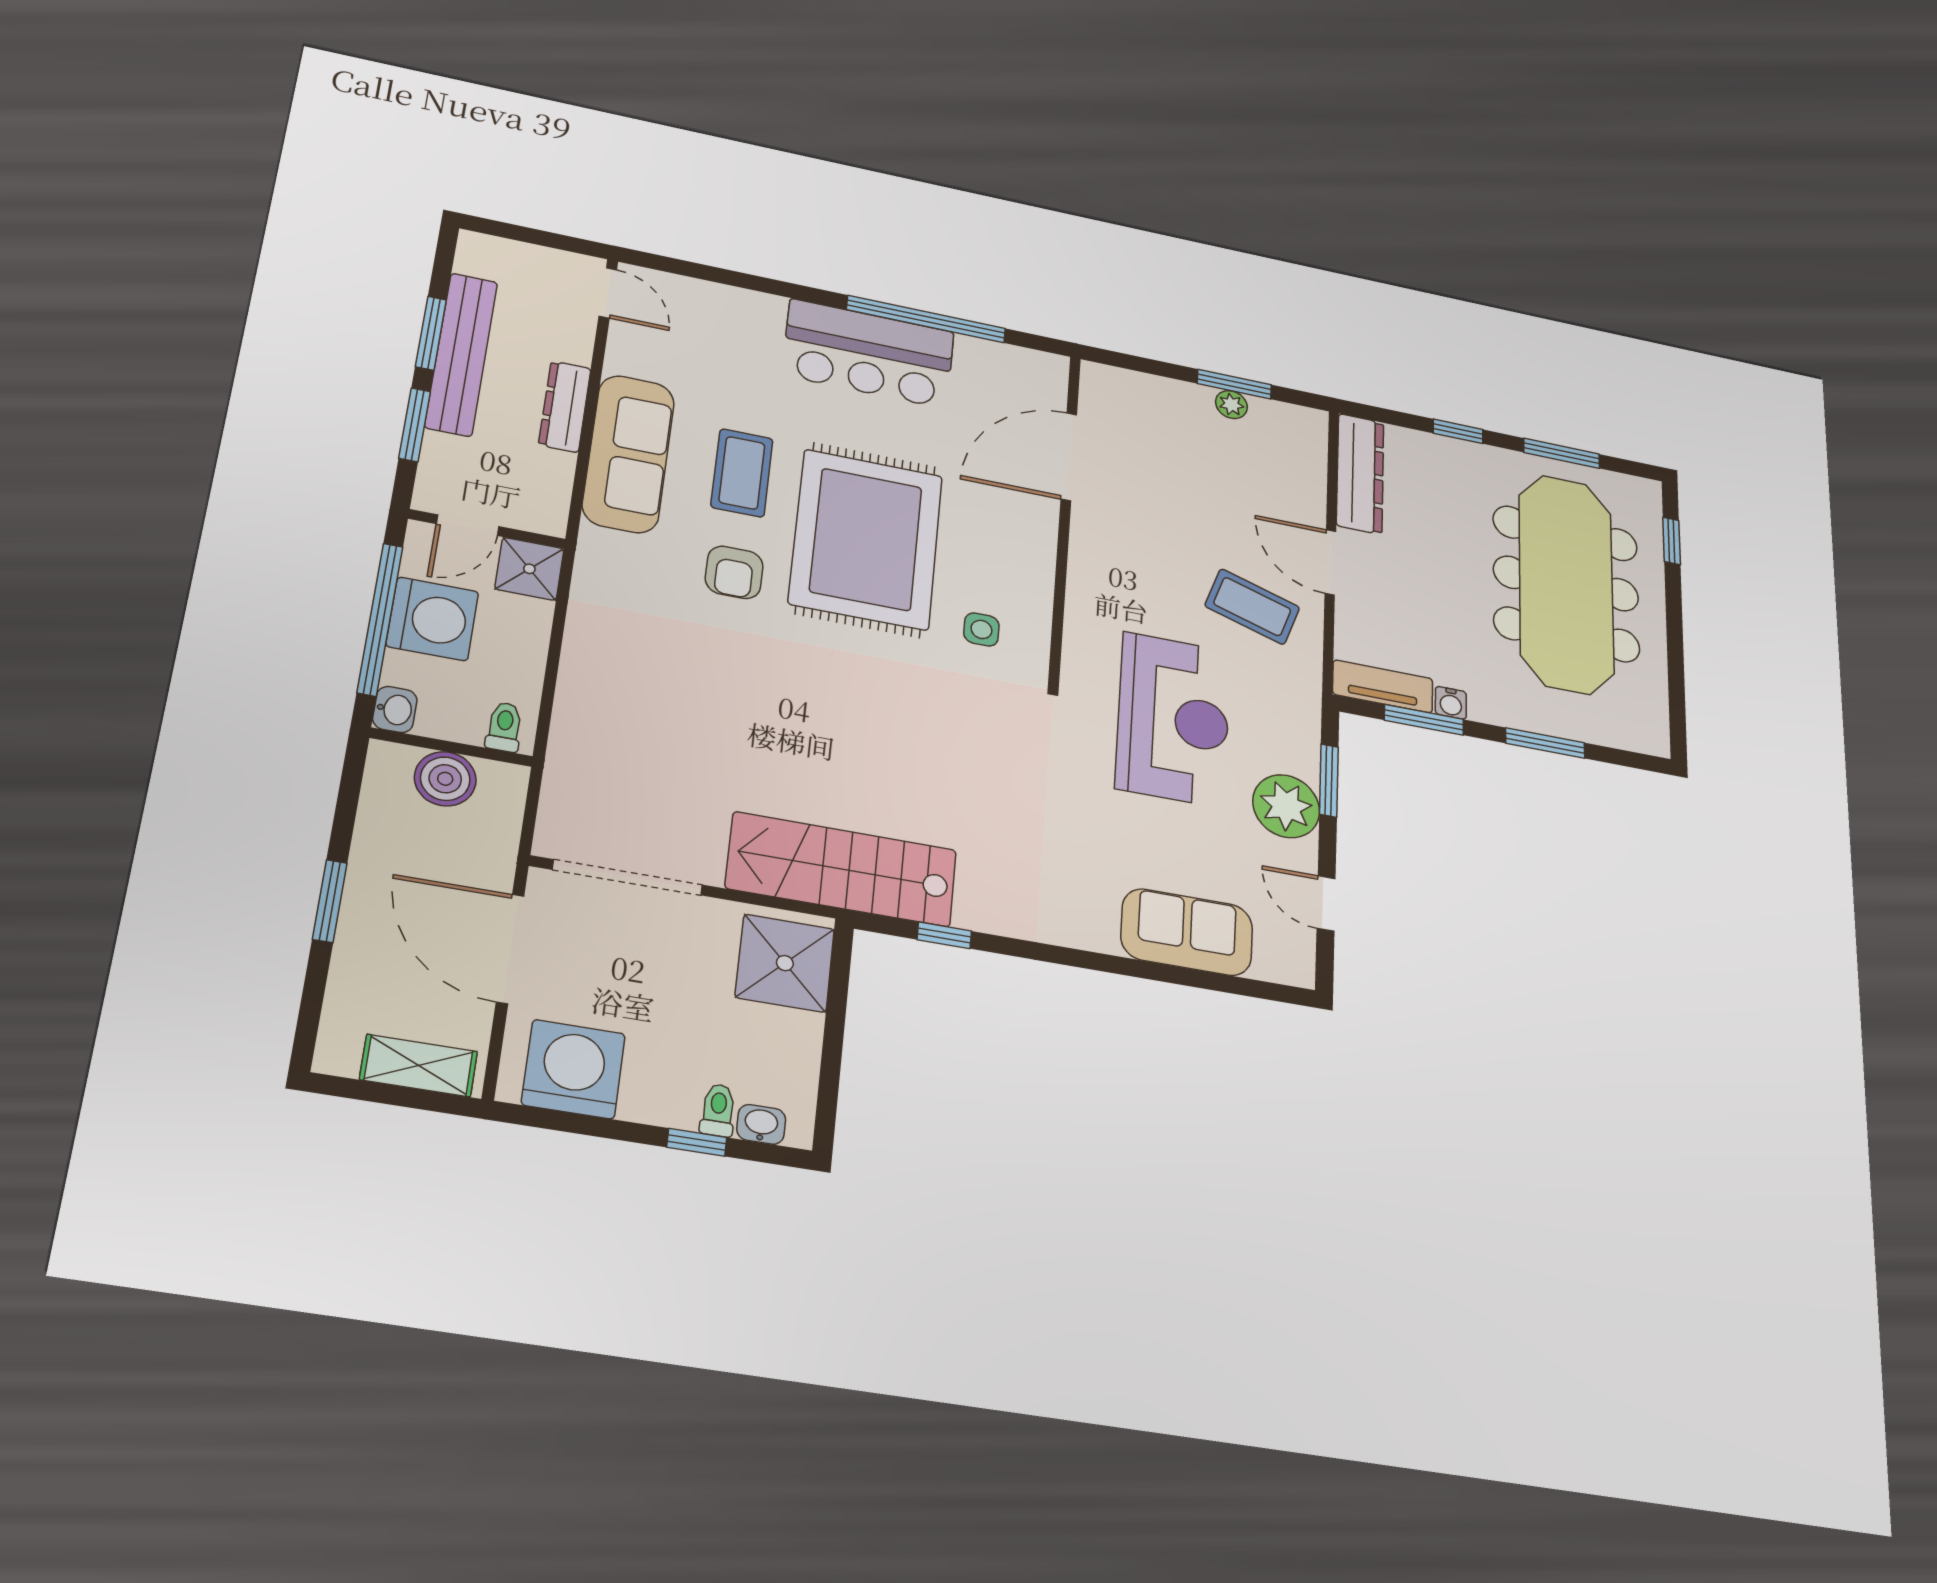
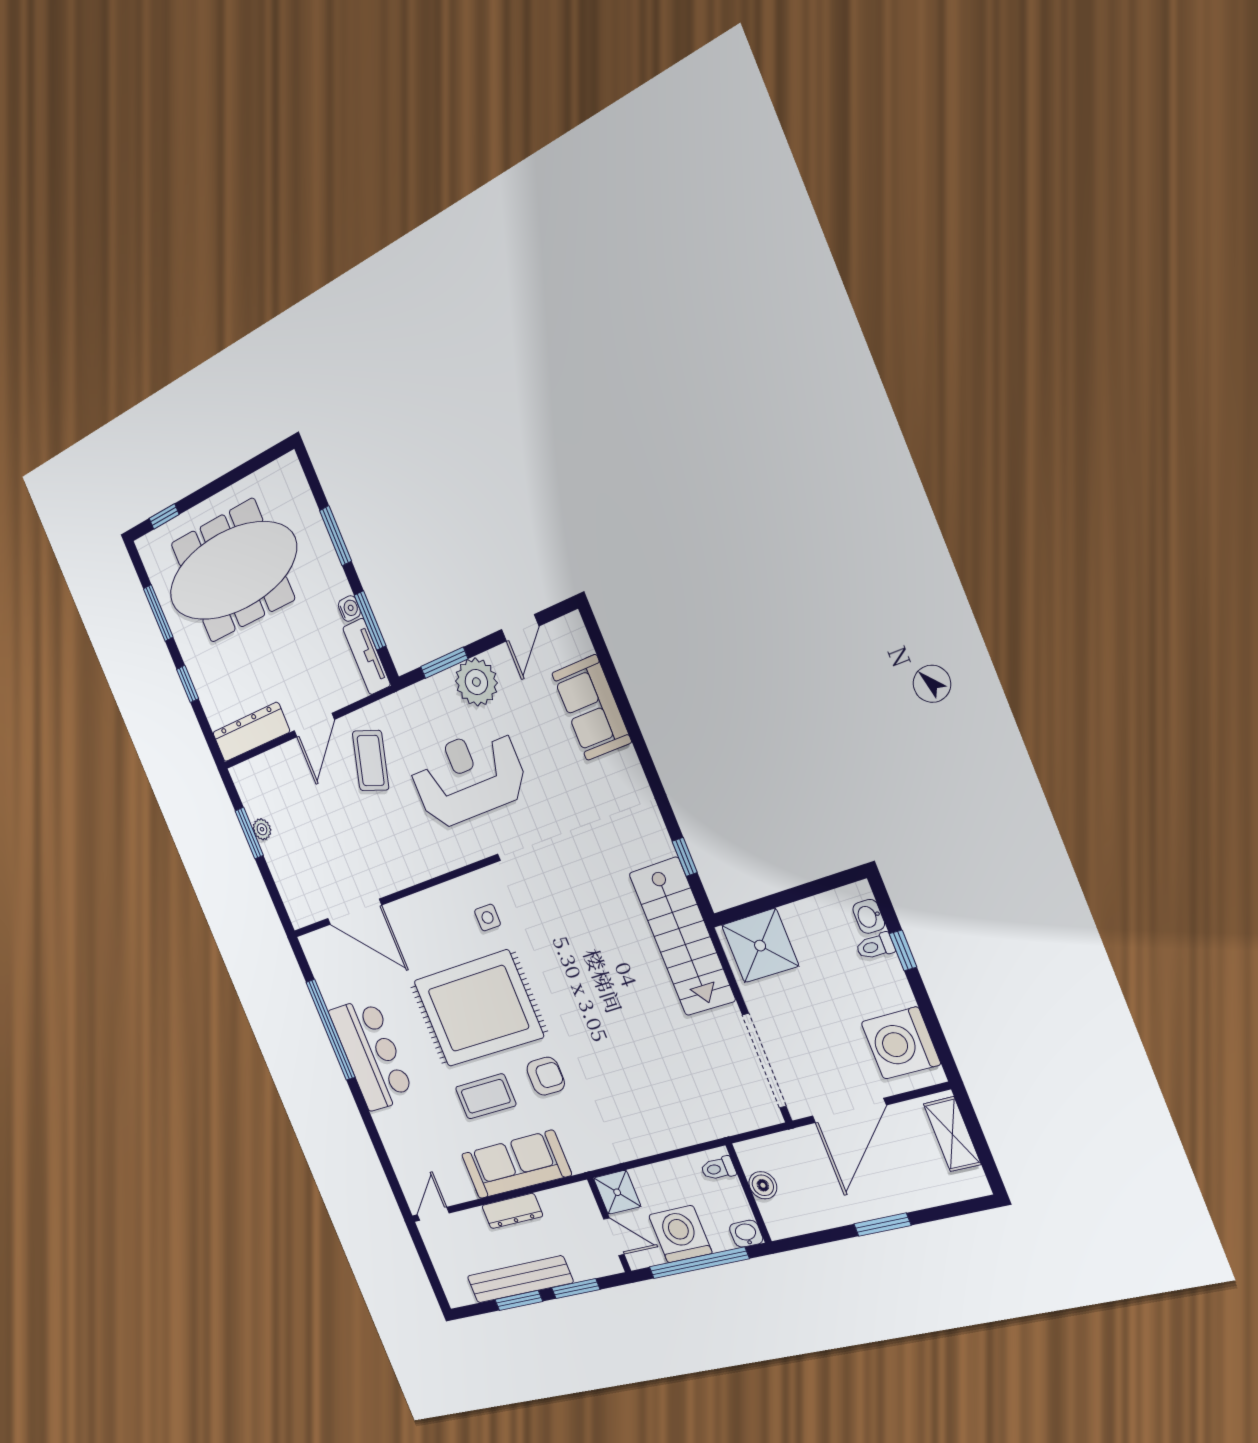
boiler: (445, 779) -> (763, 1185), width x0.73, depth x0.73

